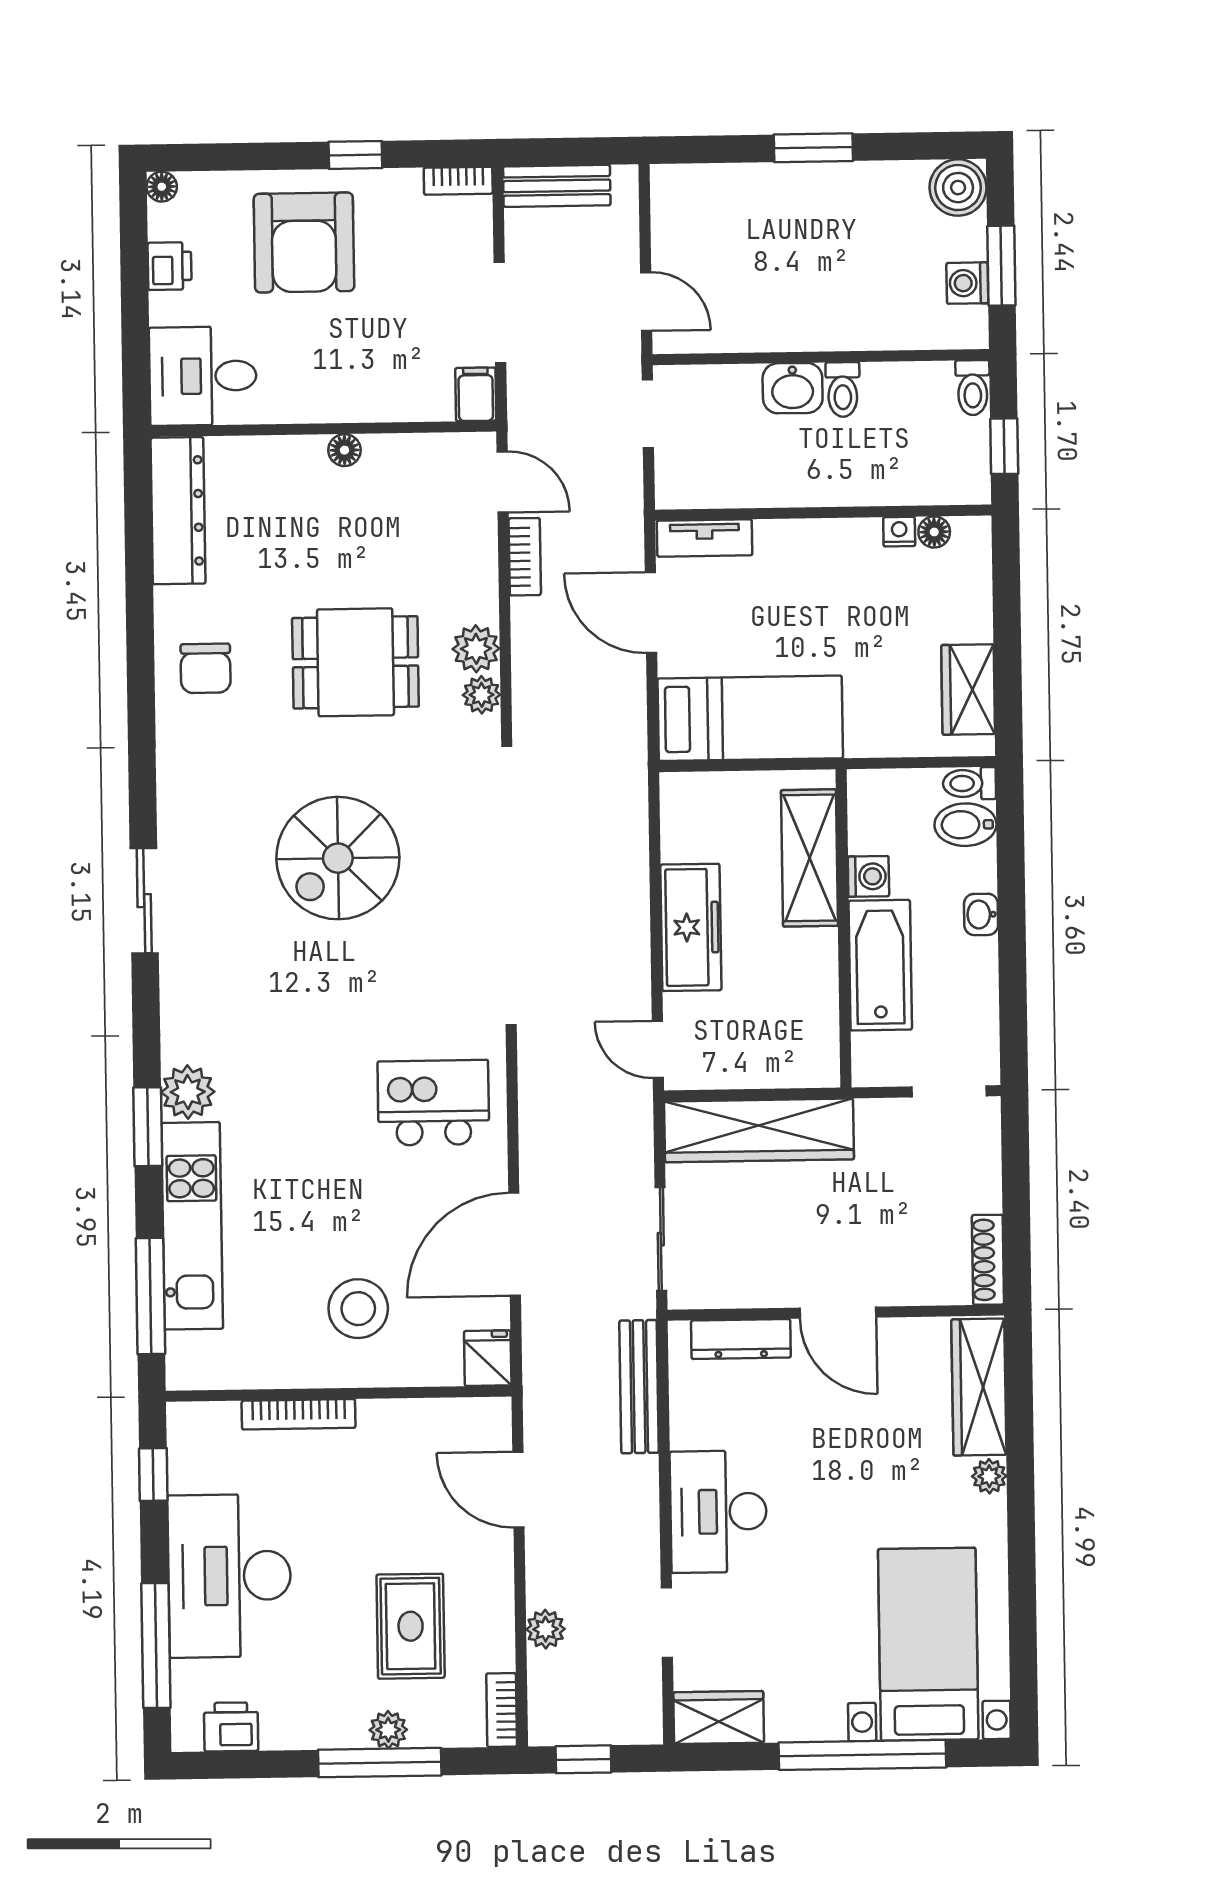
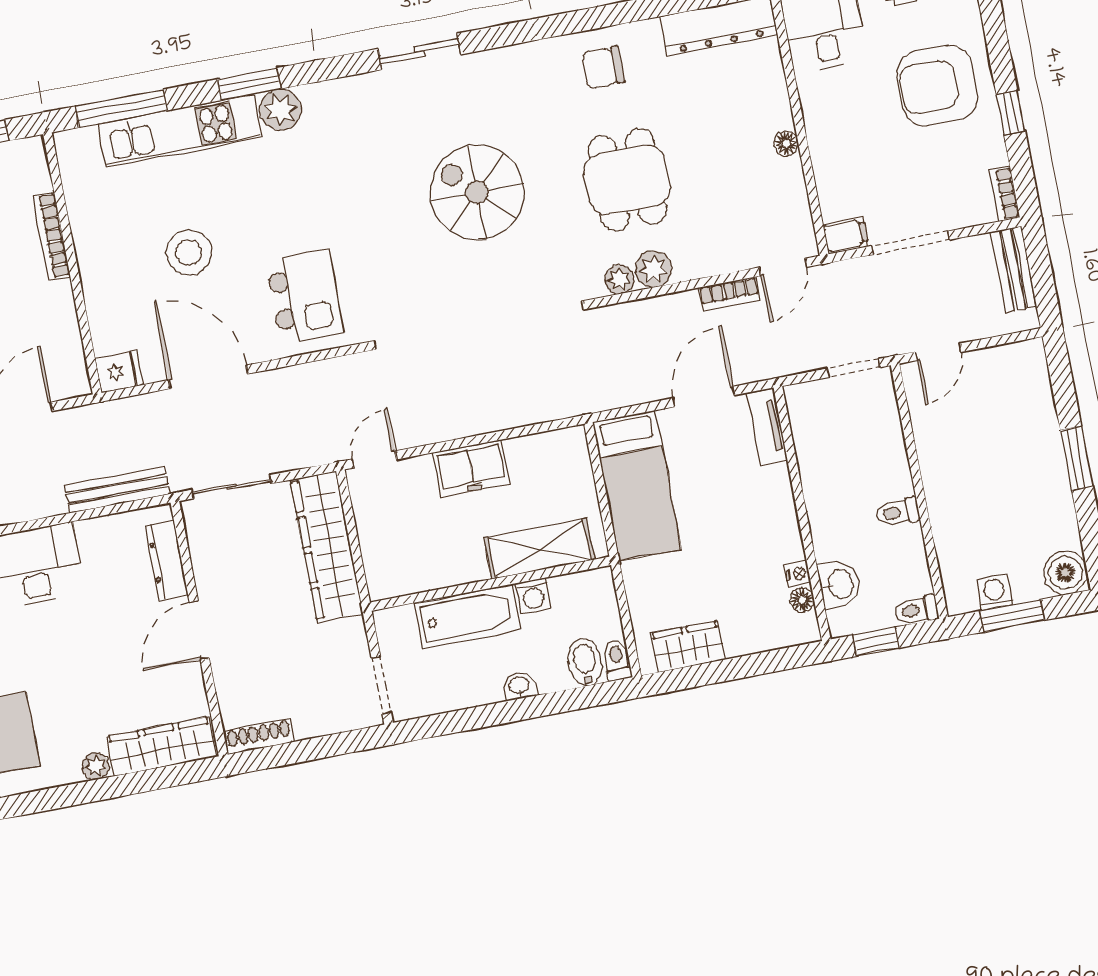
washbasin: (793, 388) -> (840, 584), moved, turned 180
freezer: (691, 927) -> (471, 468), width x0.71
stool: (358, 1309) -> (189, 252), moved

